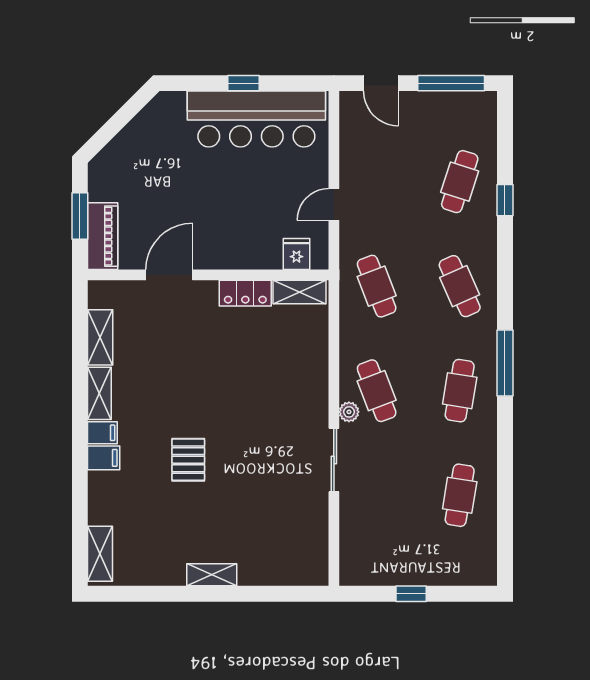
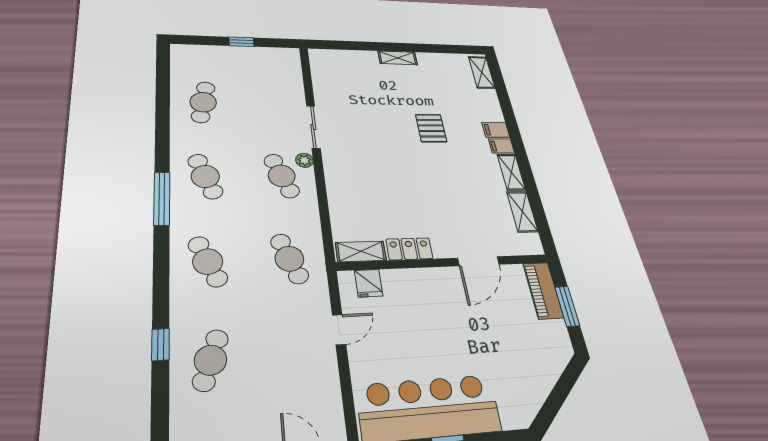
cafe table: (460, 391) -> (205, 176), turned -30

